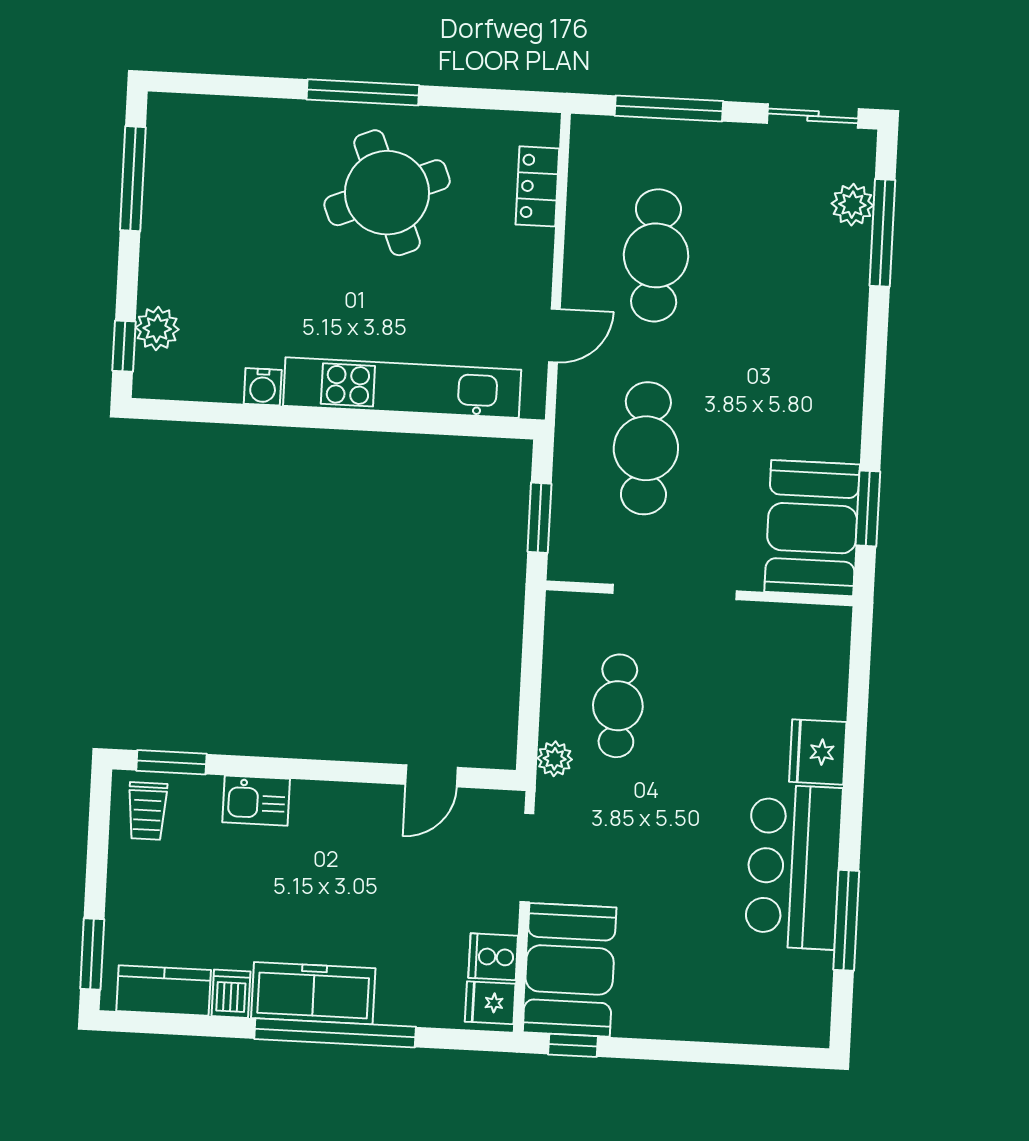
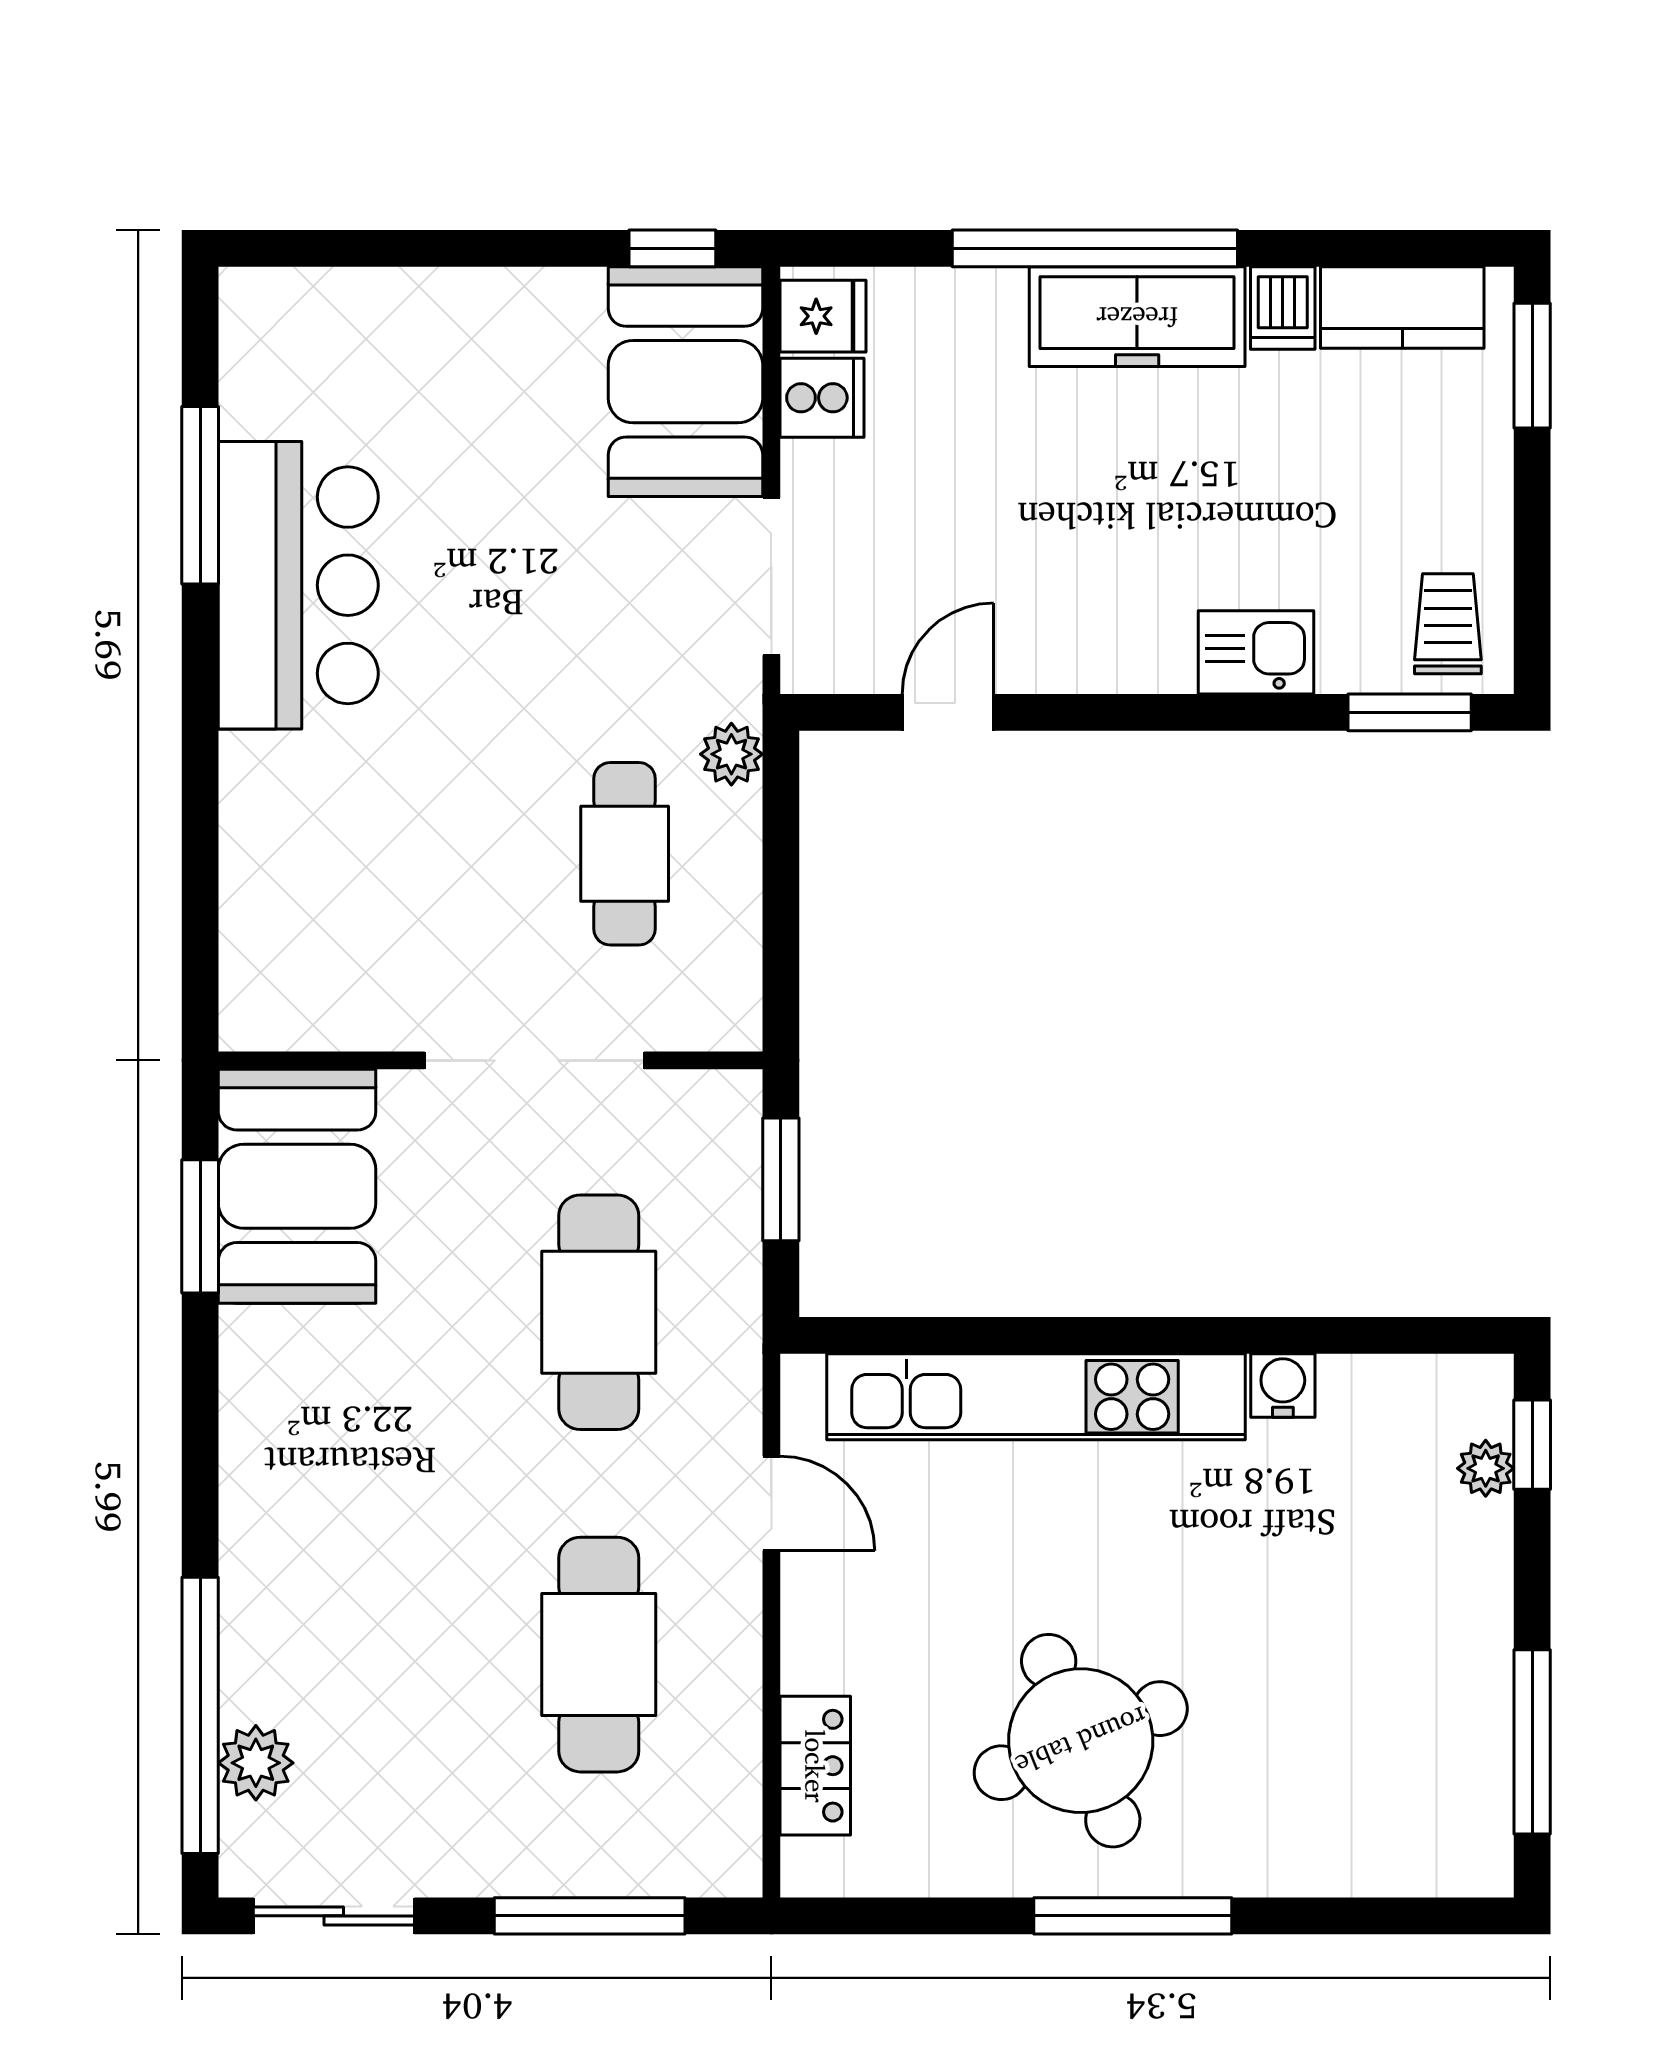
window: (882, 233) -> (200, 1715), width x1.46
plant: (157, 329) -> (1486, 1468), width x0.73, depth x0.73
door: (554, 336) -> (771, 1503), swing flipped
fridge: (818, 752) -> (266, 791), removed

